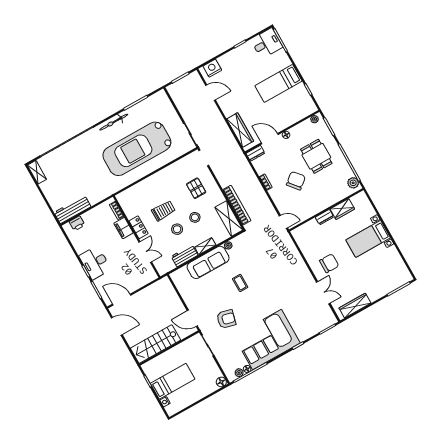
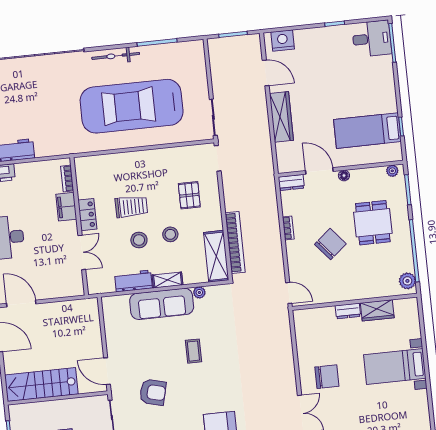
bed: (279, 83) -> (367, 131), moved
wardrobe: (240, 130) -> (281, 117), moved

